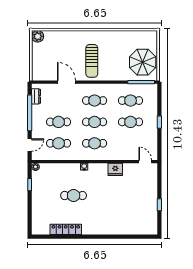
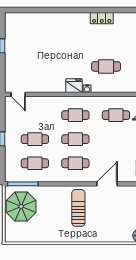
door: (66, 82) -> (107, 184), swing flipped
cafe table: (59, 122) -> (116, 139), removed
fridge: (115, 169) -> (74, 86), moved
cafe table: (74, 195) -> (106, 66), moved
locker: (66, 229) -> (102, 18), width x0.66

